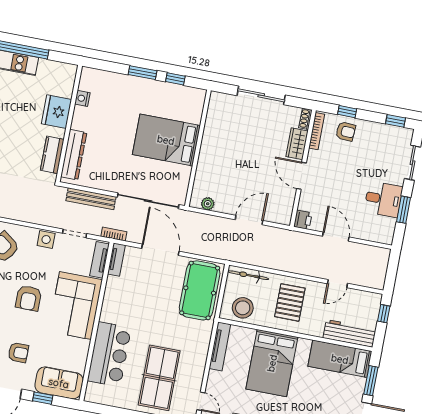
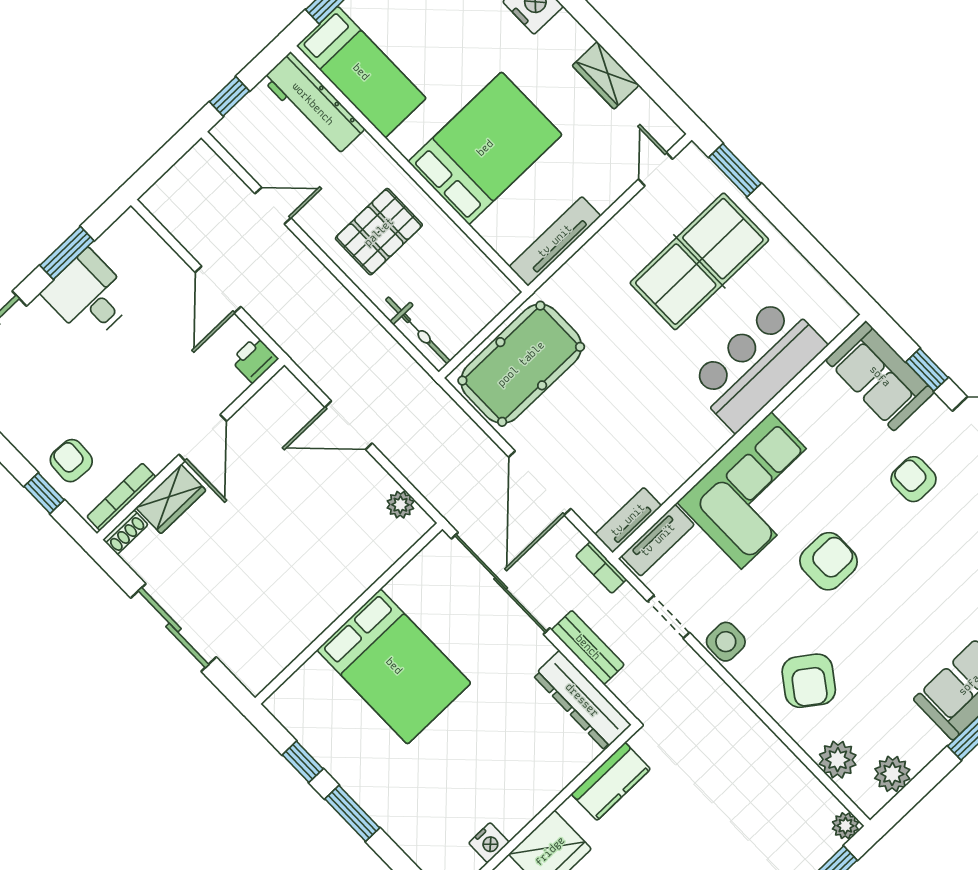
dresser: (74, 155) -> (582, 700), moved, turned -90
bench: (91, 199) -> (588, 647), width x0.73
stool: (243, 308) -> (468, 280), removed

